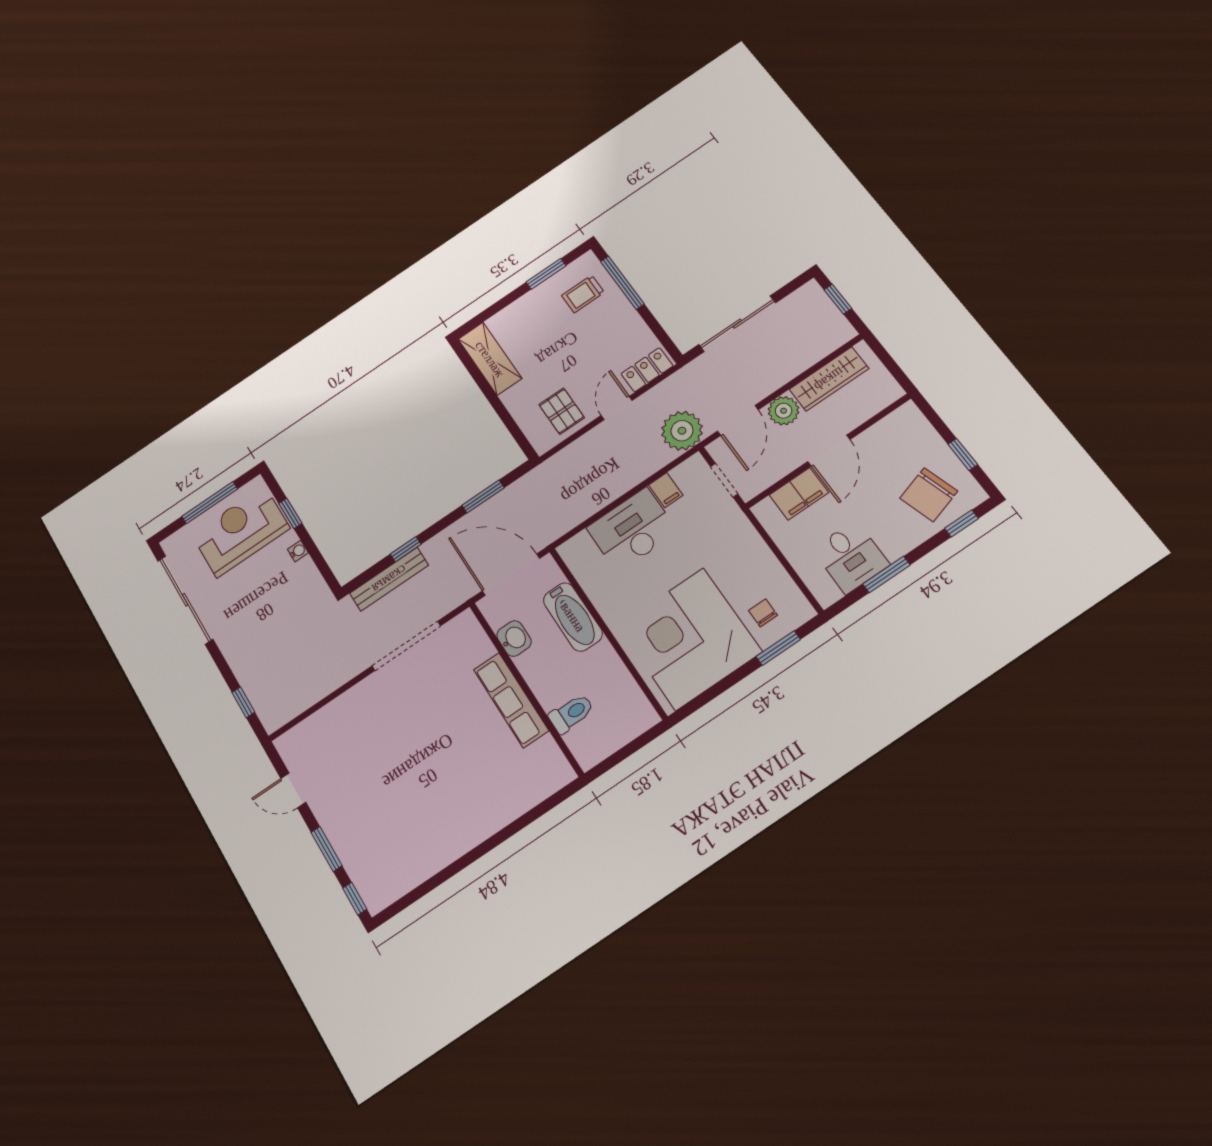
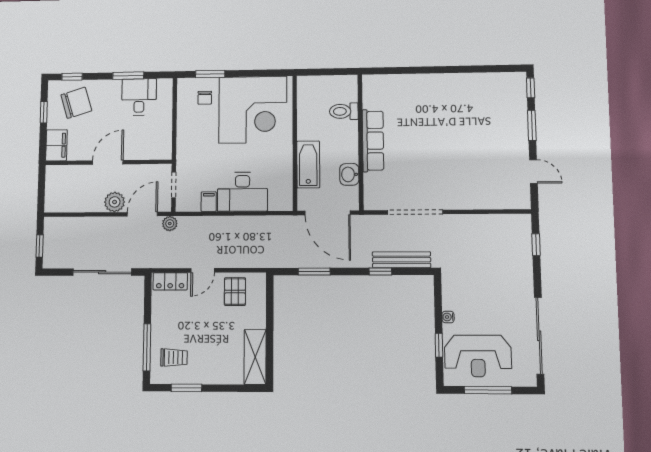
wardrobe: (829, 379) -> (78, 203), removed
plant: (682, 431) -> (170, 224), width x0.53, depth x0.53
filing cabinet: (799, 494) -> (56, 145), moved, turned 90

